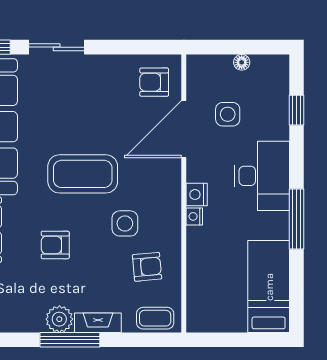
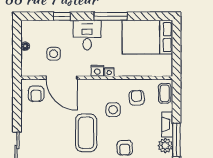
window: (297, 110) -> (62, 16), moved
desk: (262, 176) -> (87, 35), width x0.73
bed: (269, 287) -> (147, 37), width x1.50

